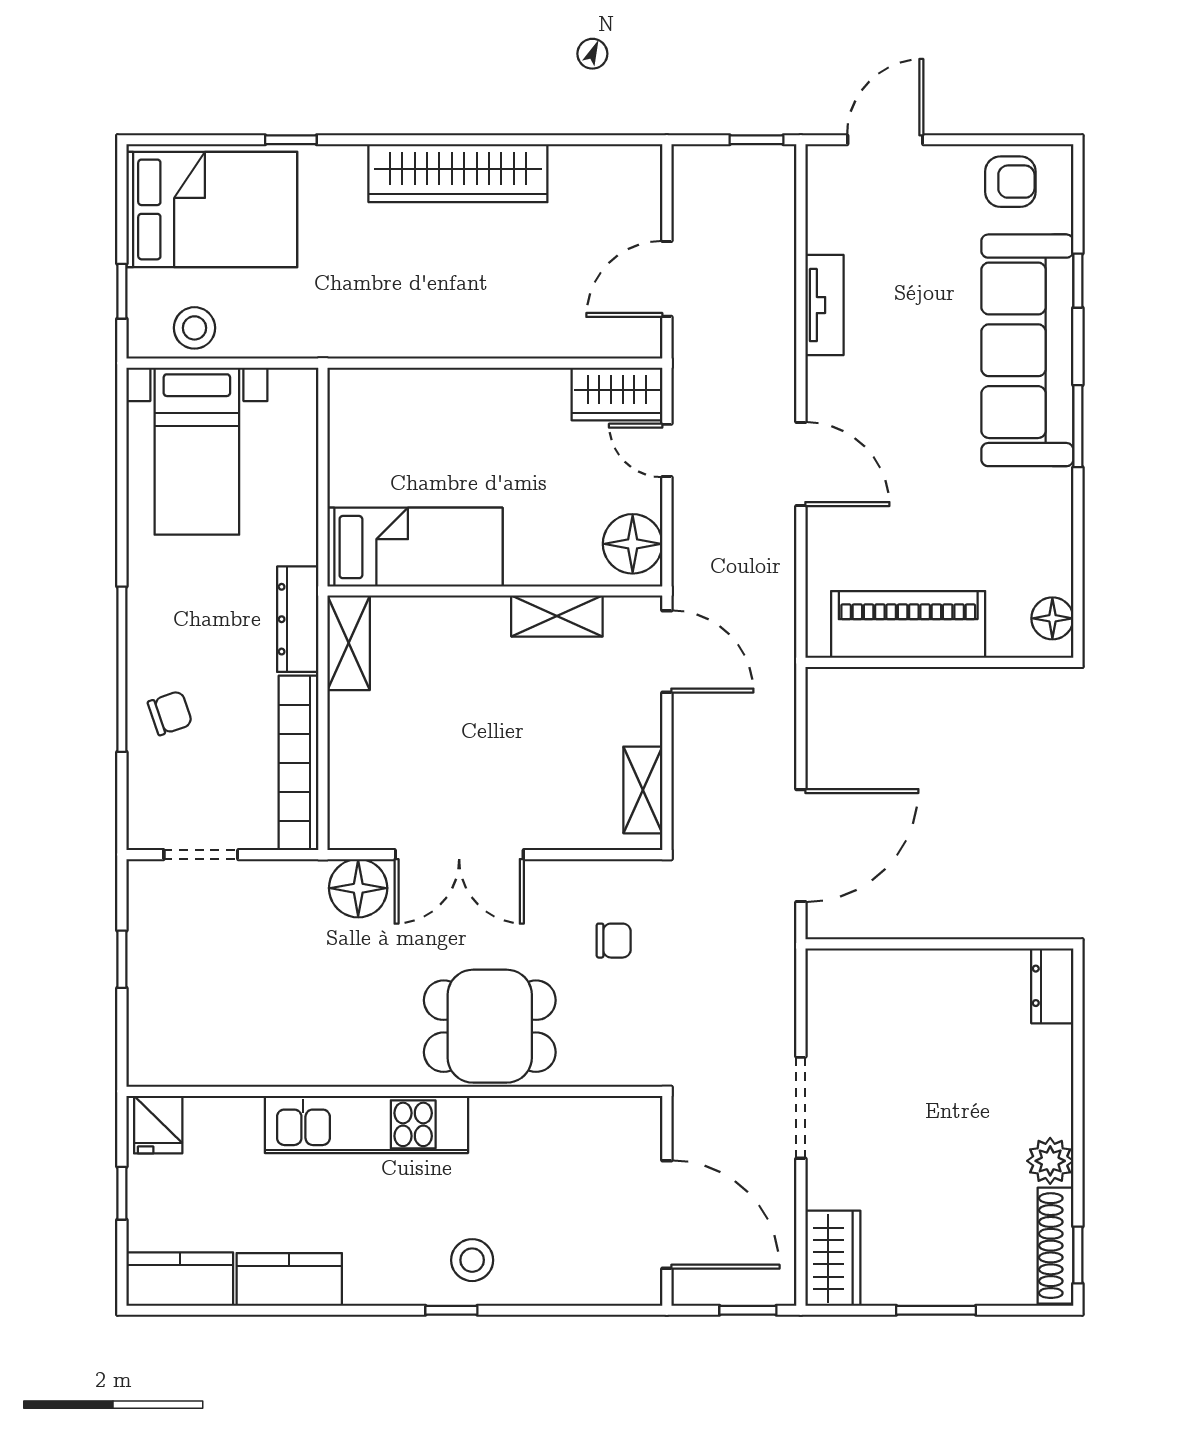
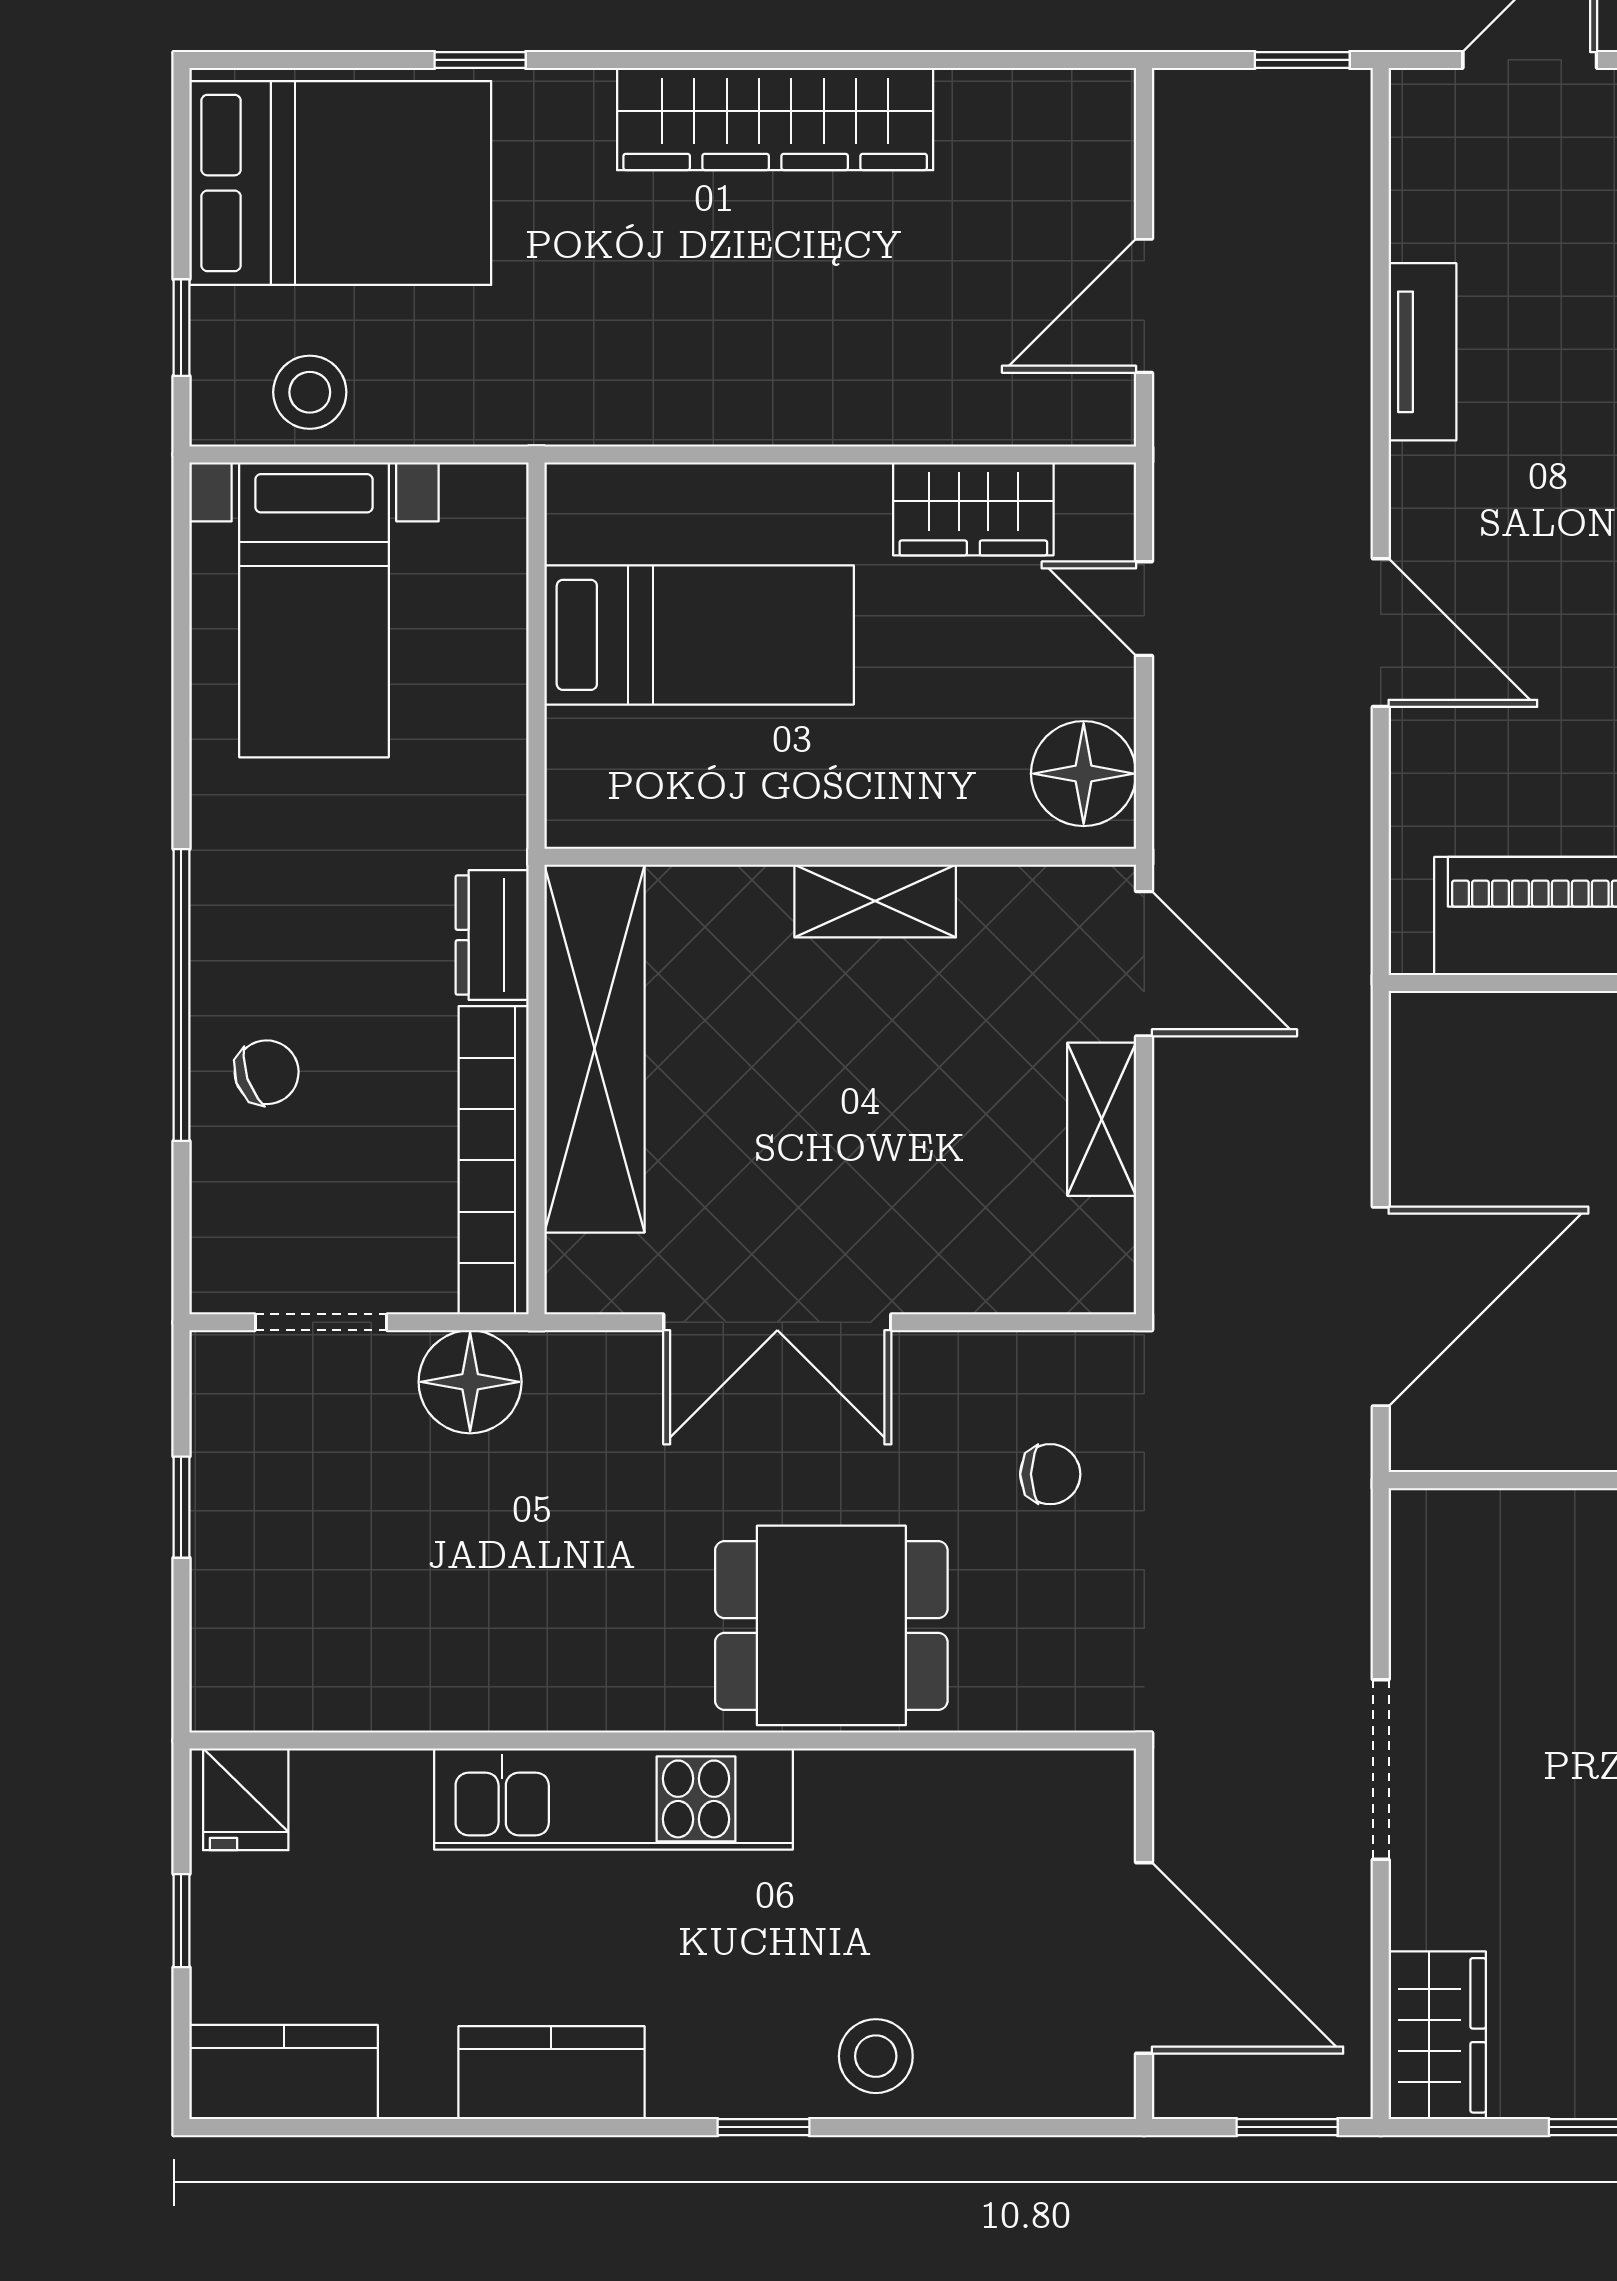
wardrobe: (617, 394) -> (973, 509), moved
bed: (415, 547) -> (699, 635), moved
shelving: (557, 616) -> (875, 901), moved
dresser: (298, 619) -> (492, 935), width x0.70
shelving: (349, 643) -> (594, 1049), width x2.20, depth x1.33
shelving: (643, 790) -> (1102, 1119), moved
floor lamp: (358, 888) -> (470, 1382), moved
stool: (472, 1260) -> (876, 2056), moved
kitchen counter: (289, 1279) -> (551, 2073), moved

